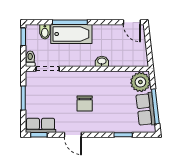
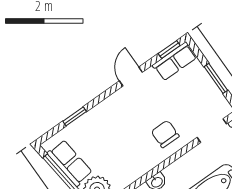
chair: (85, 103) -> (165, 134), moved
door: (73, 135) -> (131, 77), hinge flipped

